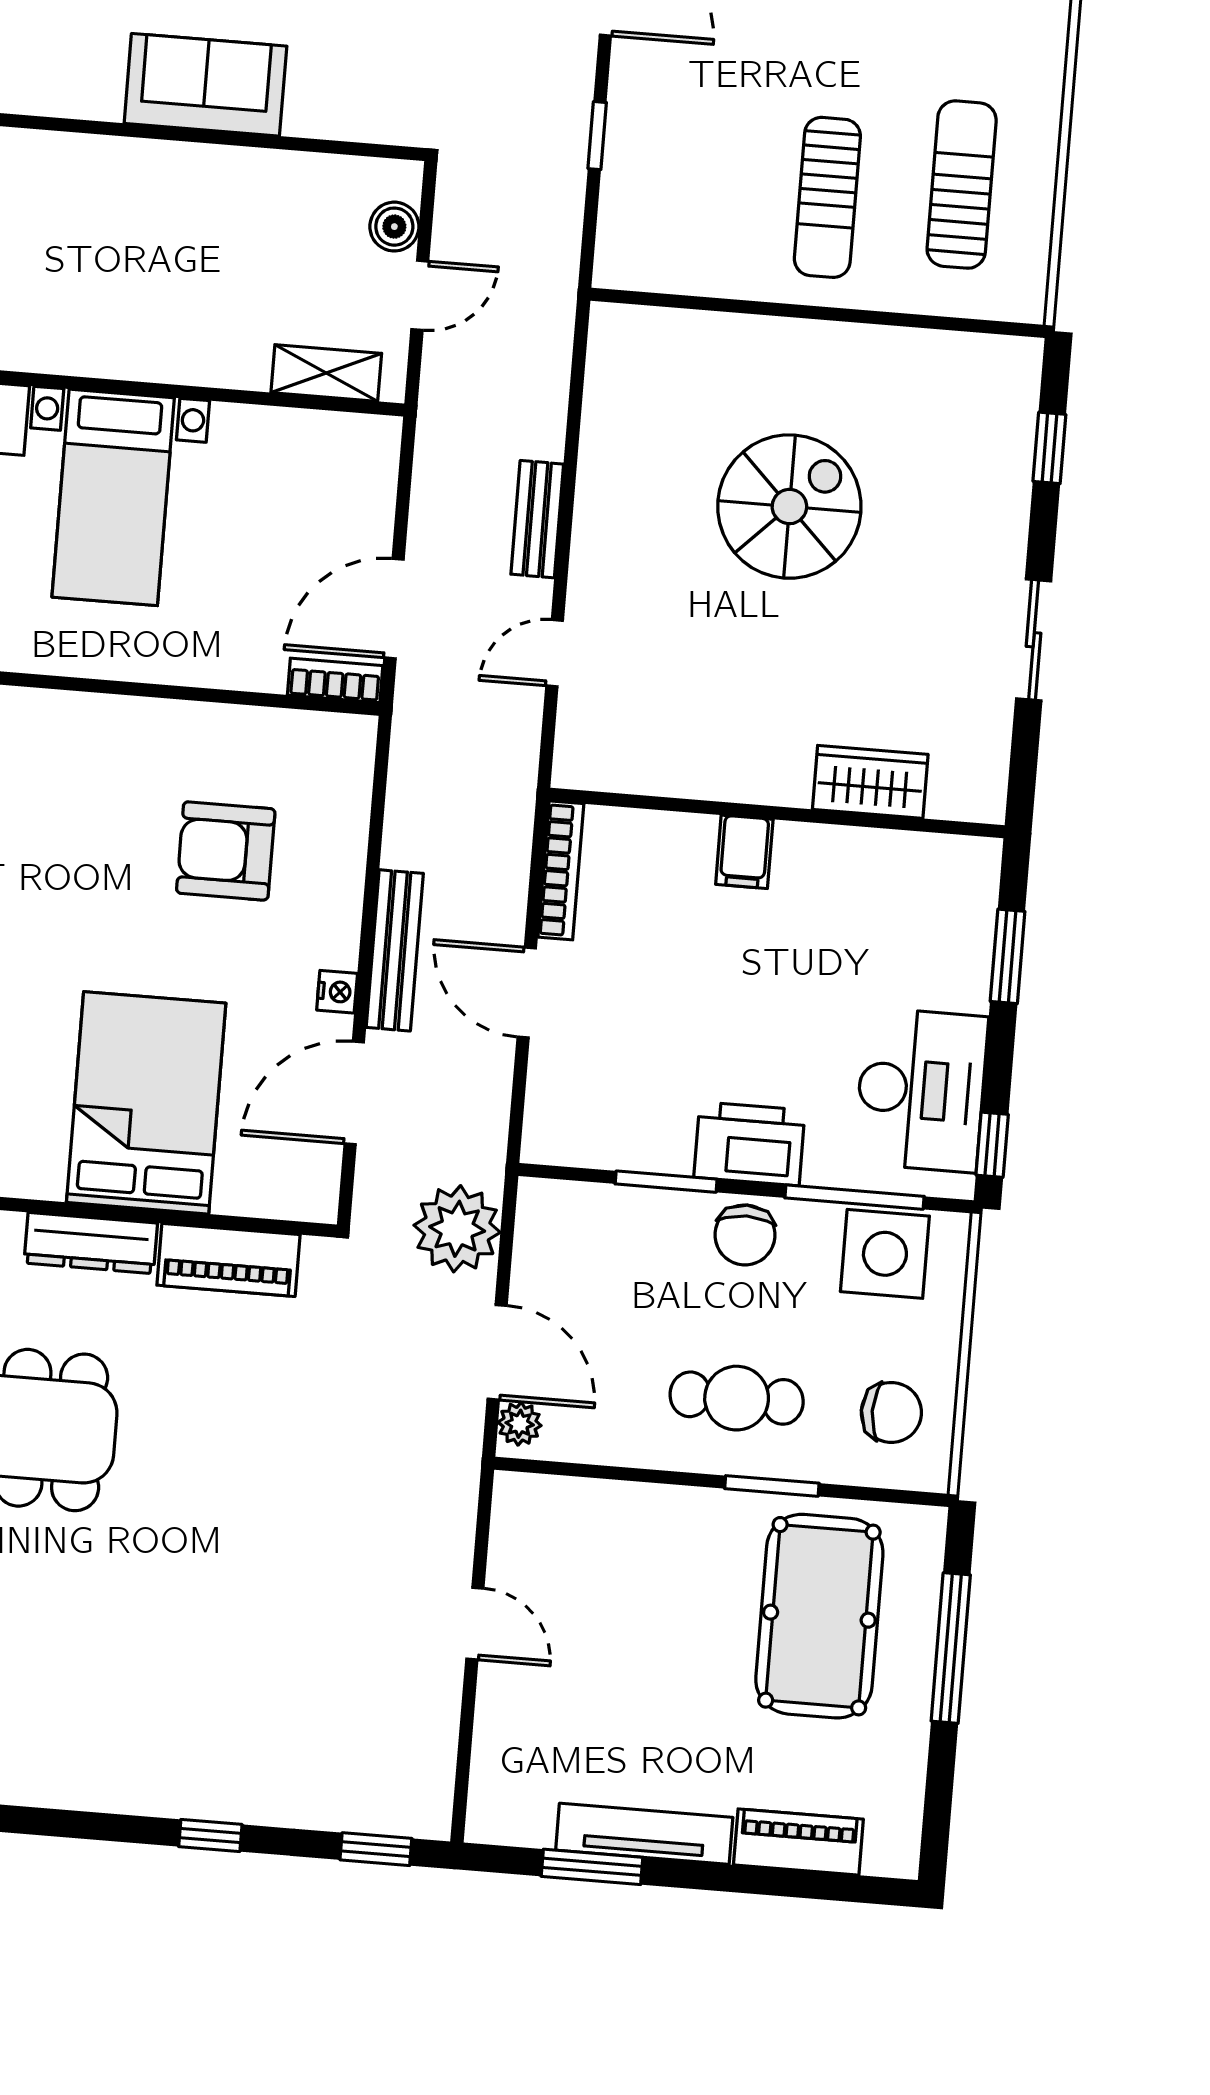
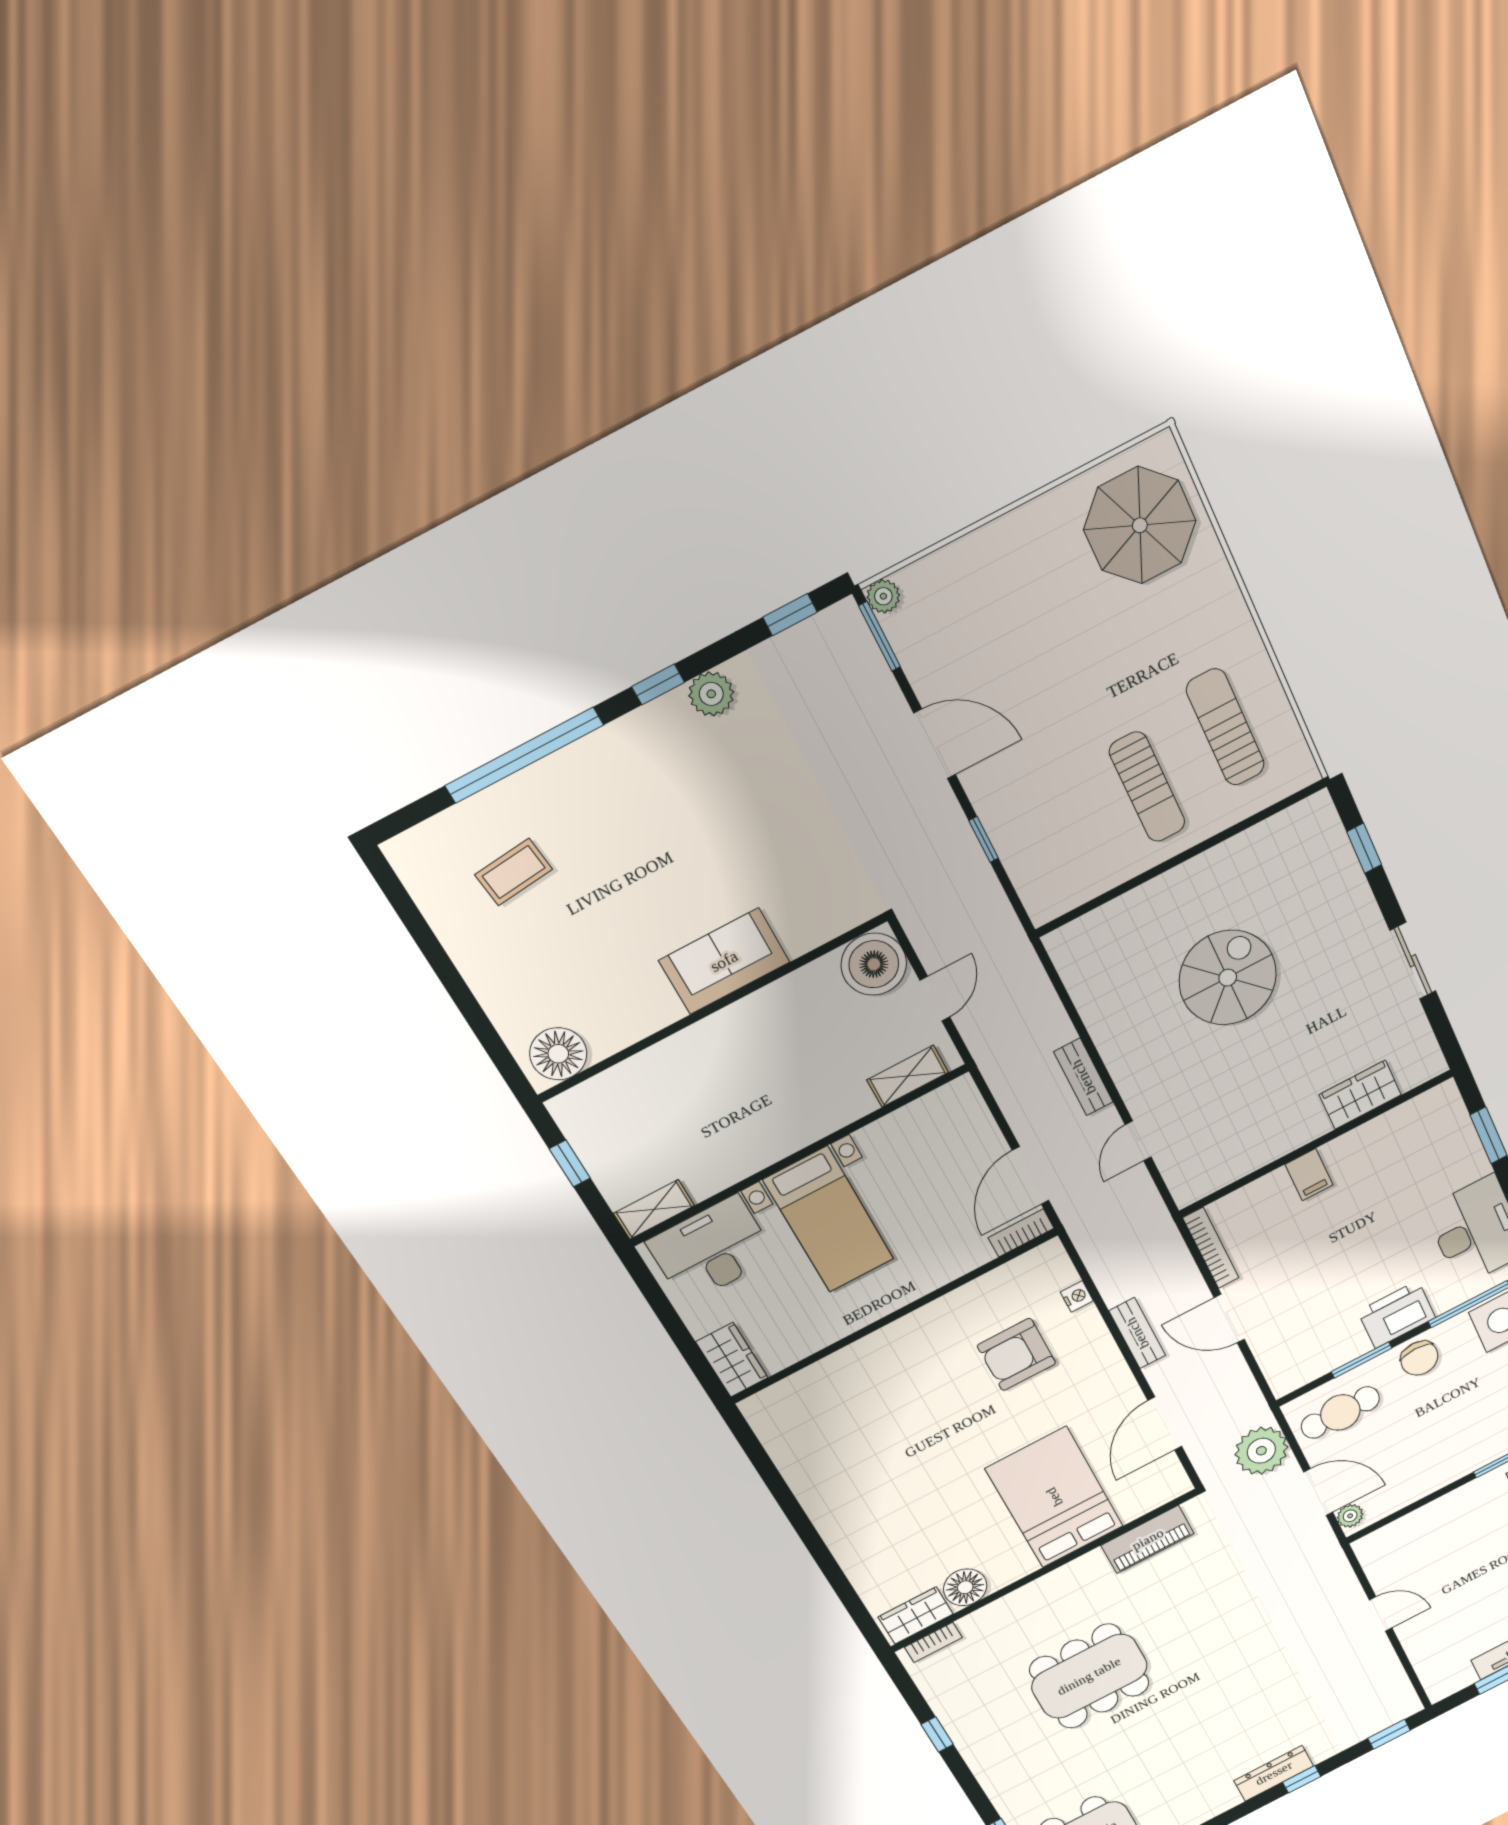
boiler: (394, 227) -> (874, 964), width x1.86, depth x1.86
bench: (395, 950) -> (1137, 1333), width x0.73
nightstand: (337, 992) -> (1077, 1296), moved
dresser: (91, 1243) -> (1274, 1773), moved, turned 180
cafe table: (737, 1398) -> (1340, 1412), moved

